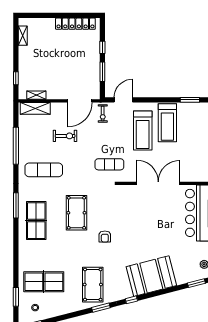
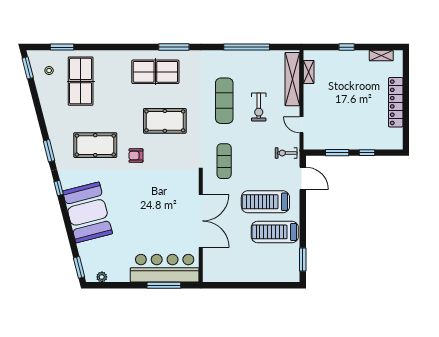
locker: (75, 24) -> (396, 102), moved
window: (16, 78) -> (347, 47), moved
door: (80, 101) -> (301, 125), width x0.53
shelving: (35, 108) -> (292, 79), width x1.47
exercise mat: (44, 170) -> (224, 101), moved
pool table: (93, 285) -> (95, 145), moved

